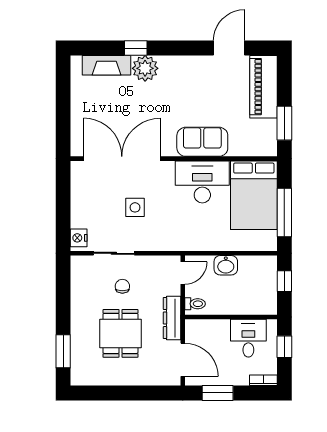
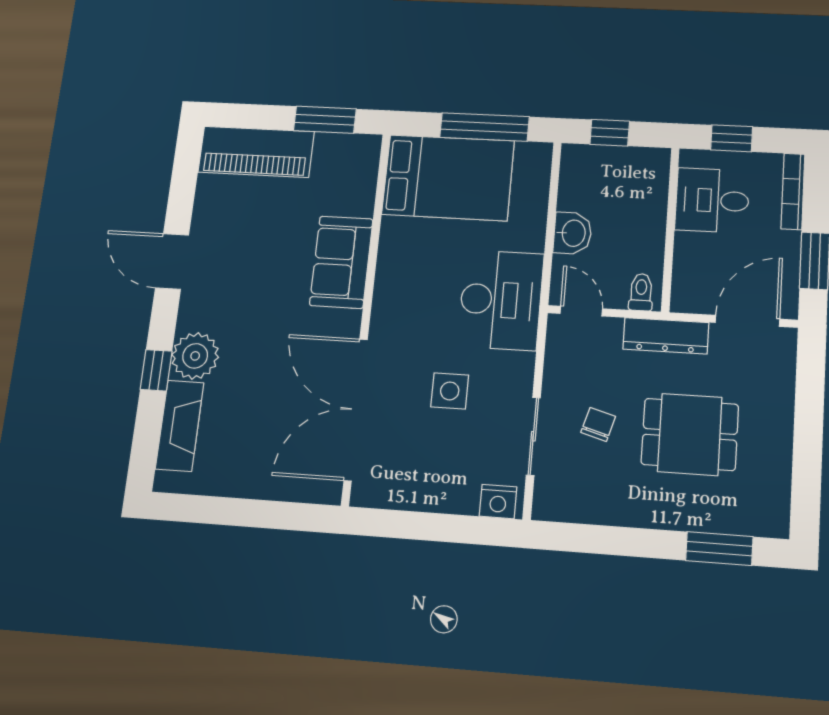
door: (229, 48) -> (172, 261), moved
desk: (202, 182) -> (501, 300), moved, turned 180
chair: (122, 286) -> (598, 424), turned 106
bookcase: (263, 380) -> (793, 191), width x1.56

